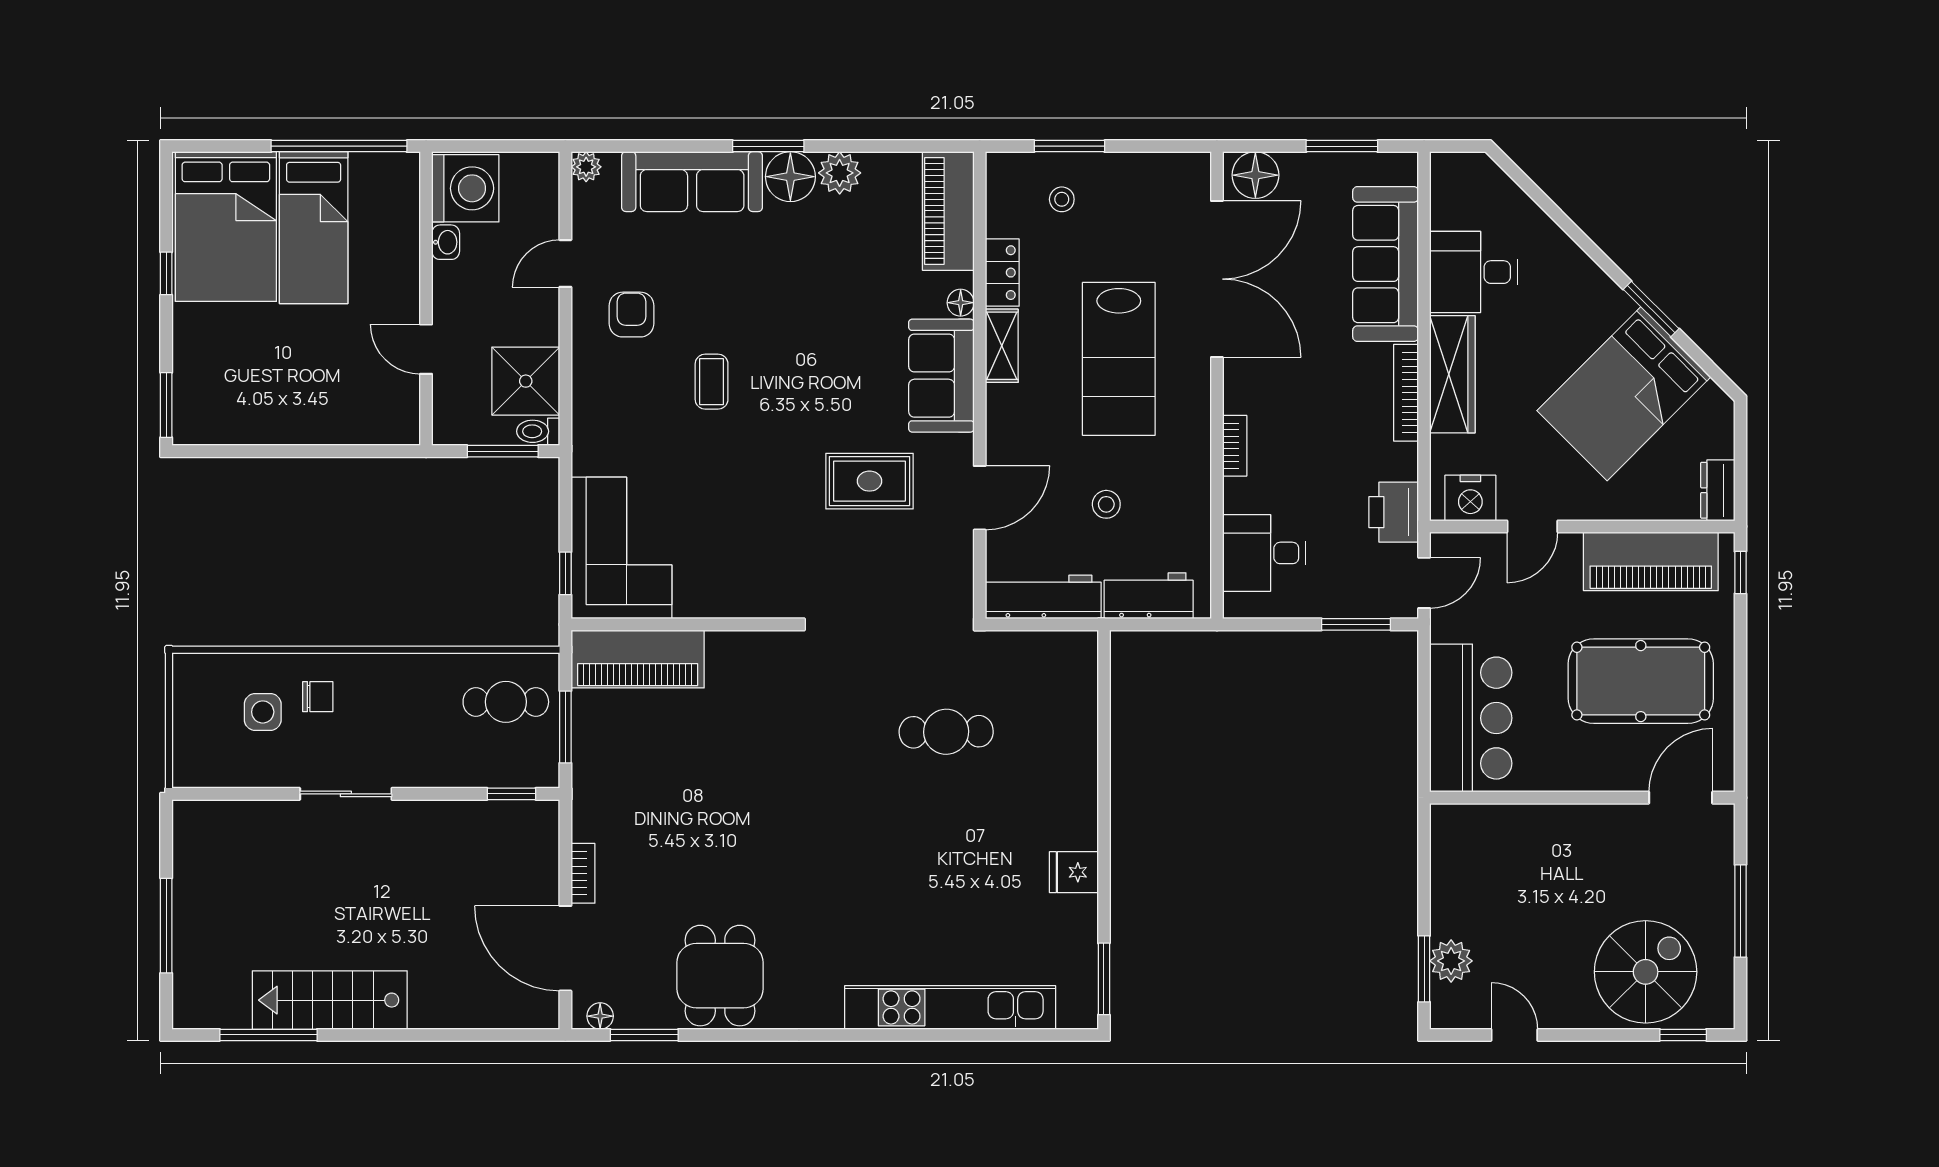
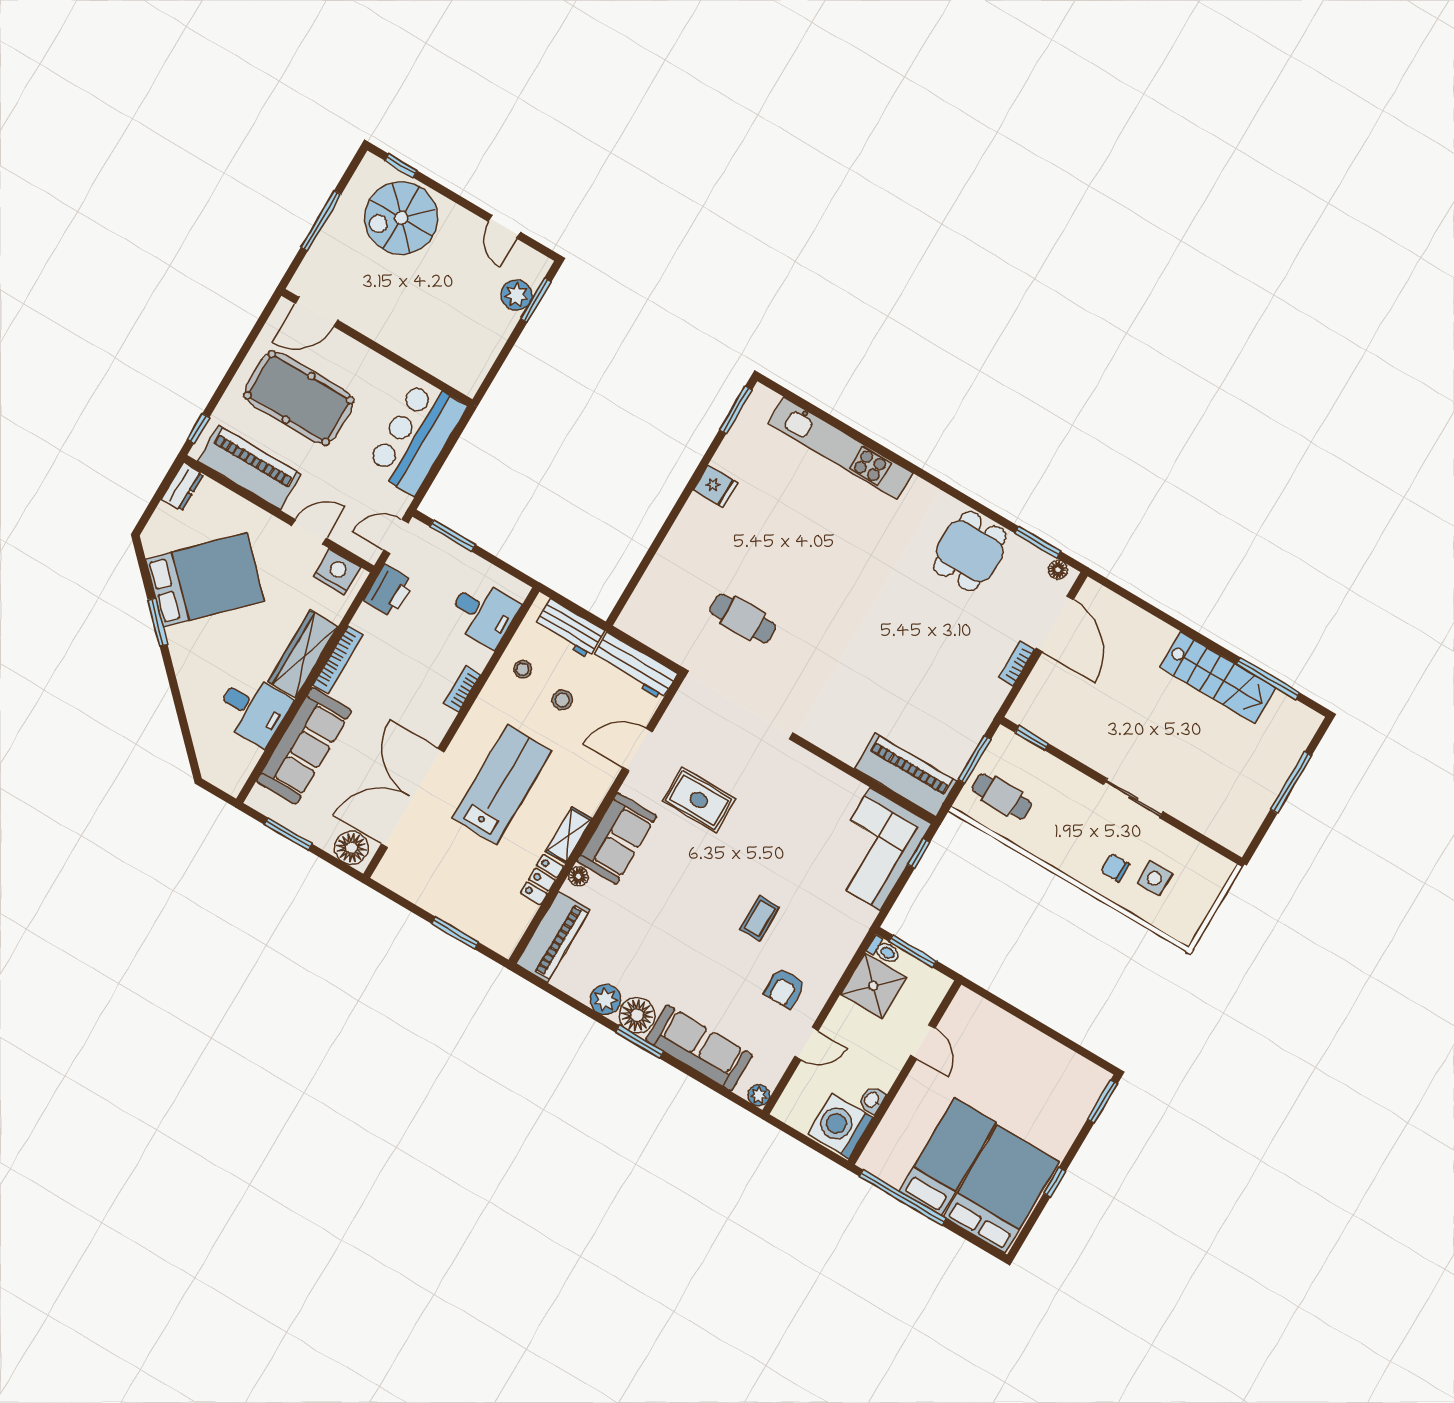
stool: (1062, 199) -> (523, 669), moved

